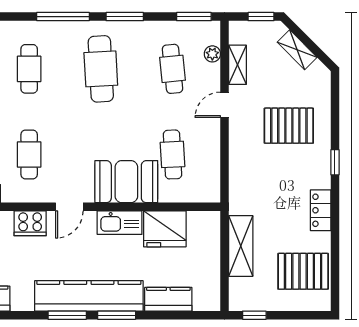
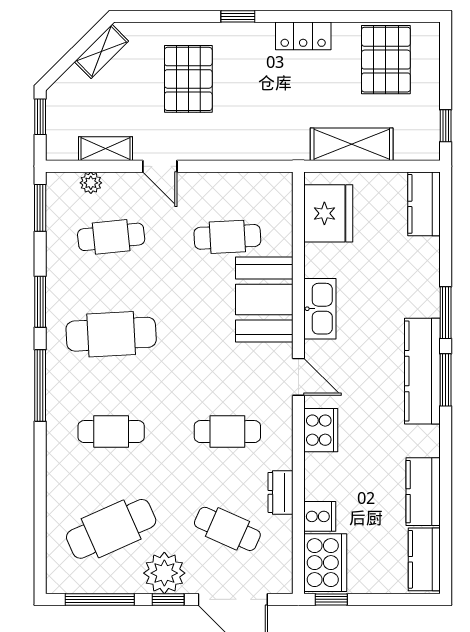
shelving: (297, 50) -> (101, 51), moved
fridge: (165, 229) -> (328, 213), moved
kitchen counter: (89, 296) -> (422, 371), width x0.72, depth x0.86
kitchen counter: (168, 299) -> (424, 204), moved

